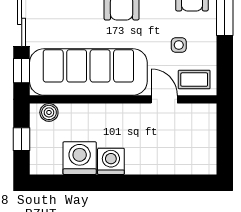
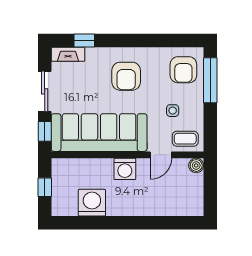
door: (164, 99) -> (161, 155), swing flipped
boiler: (49, 112) -> (196, 165), moved
washing machine: (111, 161) -> (125, 169), moved, turned 180

